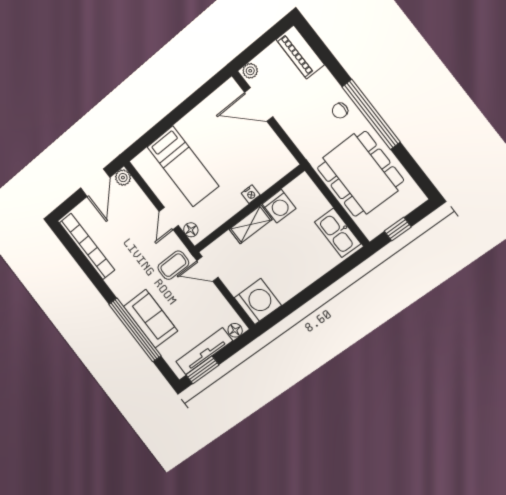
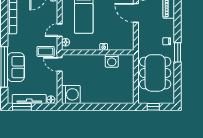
window: (371, 114) -> (178, 52), width x0.47
shelving: (250, 224) -> (94, 59), removed
kitchen sink: (338, 233) -> (128, 90), removed

